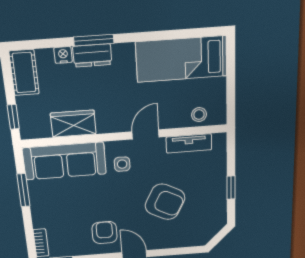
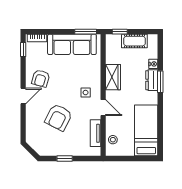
cot: (24, 73) -> (134, 41), moved
wardrobe: (73, 124) -> (113, 77), moved
sofa: (65, 161) -> (72, 44), moved, turned -90
window: (23, 190) -> (86, 32), moved
armchair: (105, 233) -> (41, 78), turned 106

